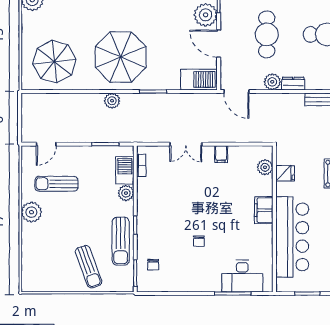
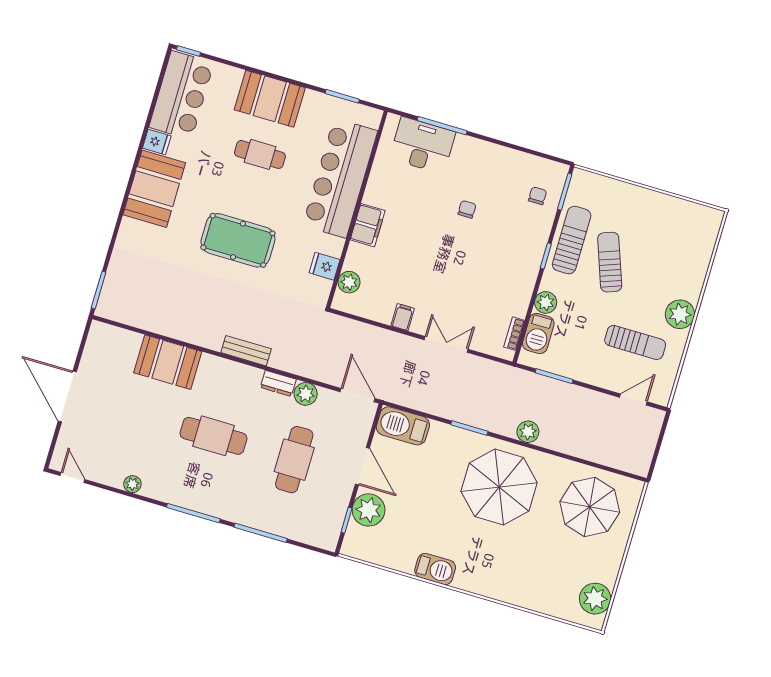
sun lounger: (89, 267) -> (610, 262), moved

